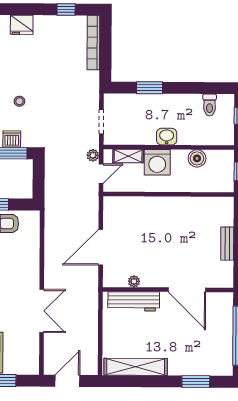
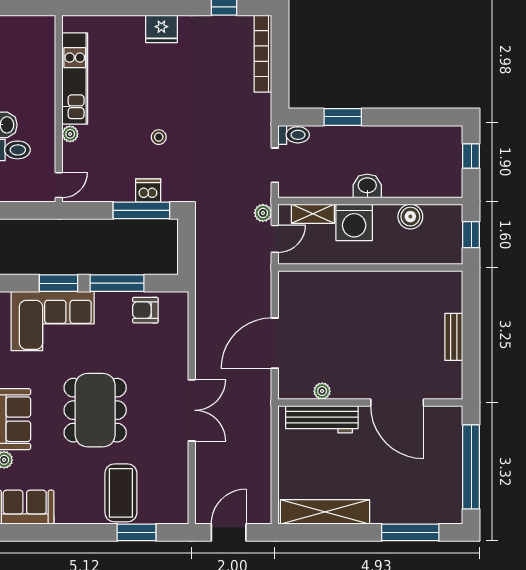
toilet: (210, 105) -> (294, 135), moved, turned -90
double door: (42, 311) -> (192, 410), moved
window: (196, 382) -> (410, 532), width x1.44

